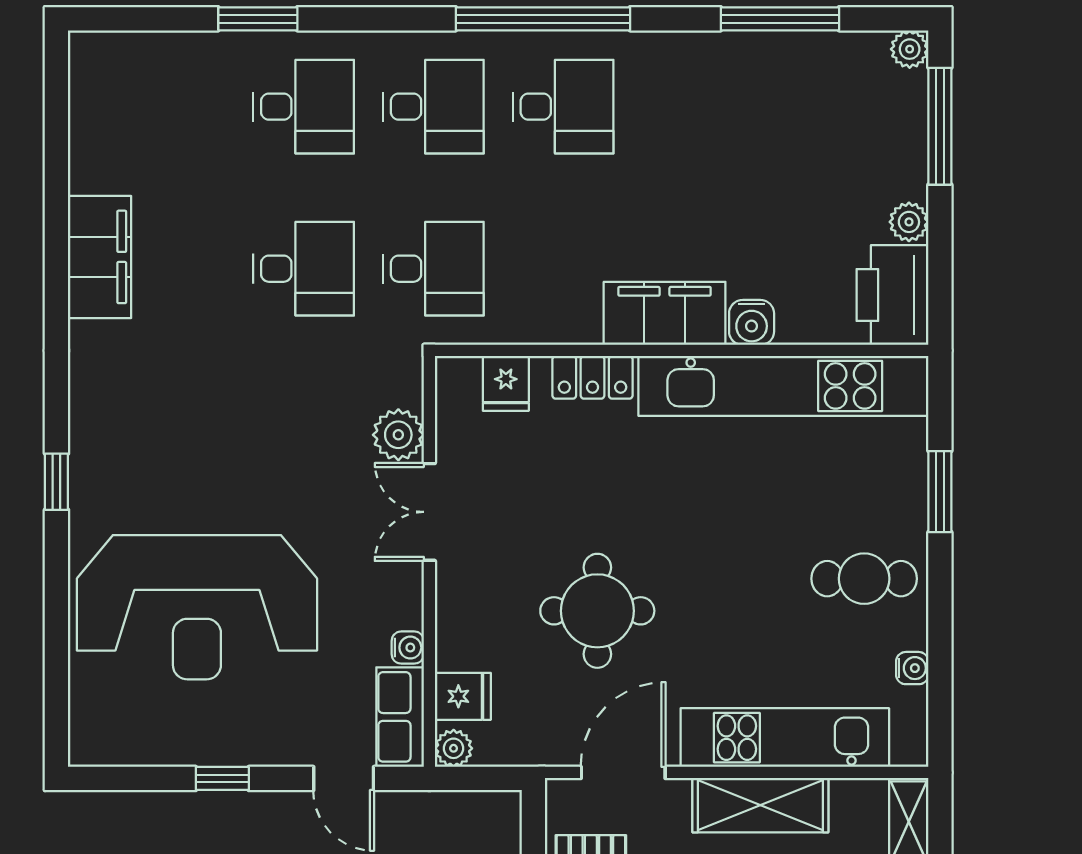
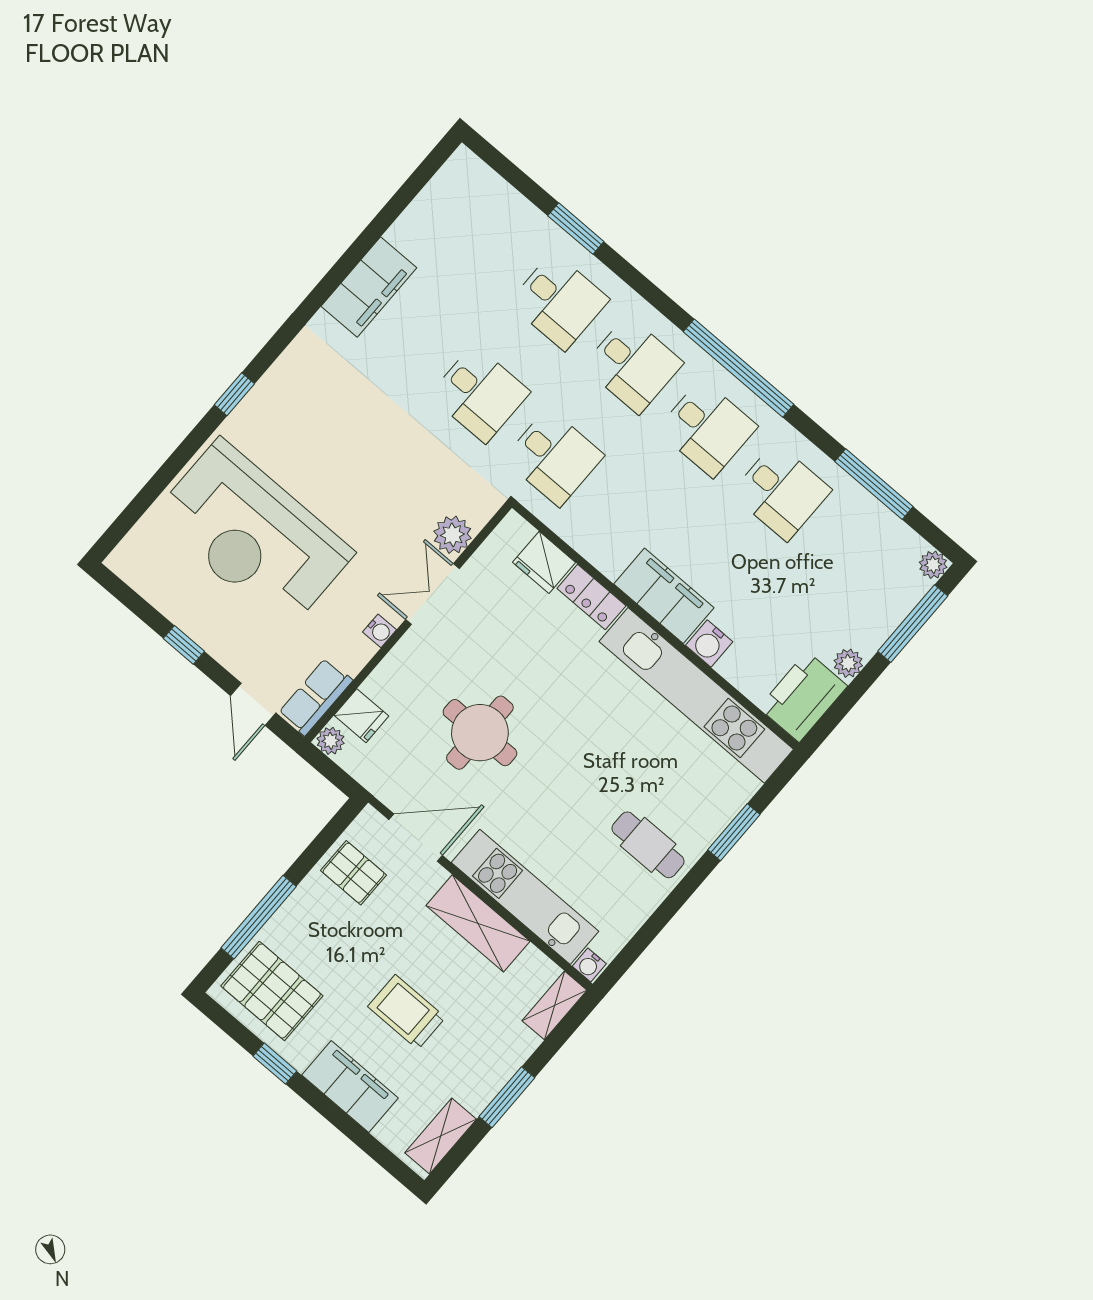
desk: (693, 107) -> (781, 492), added
fridge: (506, 383) -> (544, 562), width x1.38
water cooler: (408, 648) -> (379, 631), moved
water cooler: (912, 668) -> (589, 965), moved, turned 90

